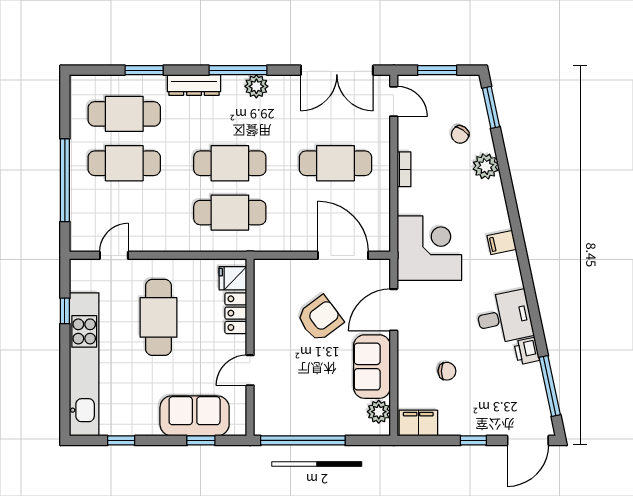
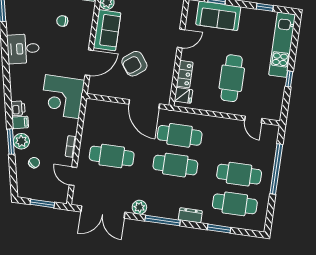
double door: (337, 70) -> (103, 212), swing flipped
dresser: (194, 85) -> (190, 215), width x0.70
plant: (256, 86) -> (139, 207), moved
door: (394, 101) -> (73, 176), moved
window: (491, 107) -> (11, 142), moved
filing cabinet: (502, 243) -> (20, 122), moved
door: (114, 255) -> (253, 120), hinge flipped
door: (343, 255) -> (144, 104), moved
window: (65, 311) -> (289, 79), moved
printer: (527, 351) -> (18, 108), moved
kitchen unit: (84, 364) -> (282, 45), width x0.73

